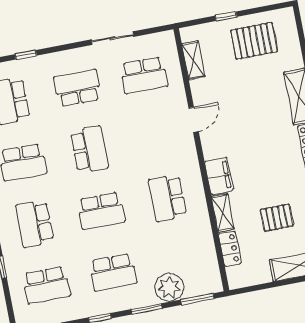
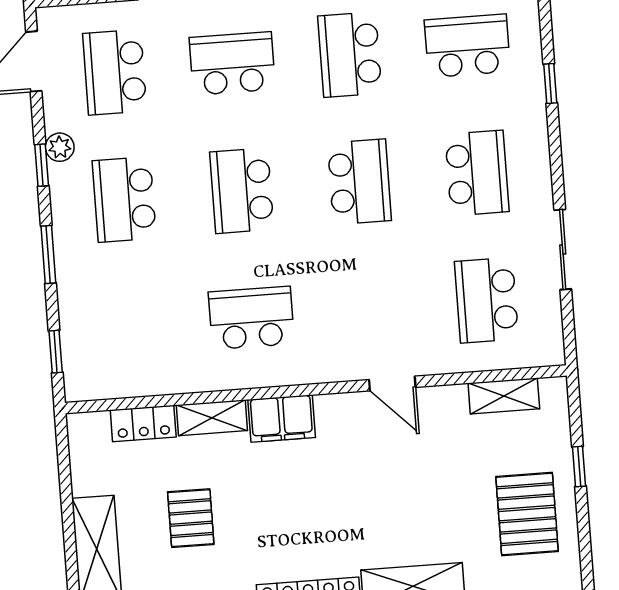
school desk: (89, 149) -> (359, 182), turned -90
plant: (169, 287) -> (60, 147), moved, width x0.53, depth x0.53
window: (197, 299) -> (56, 352), width x0.67

